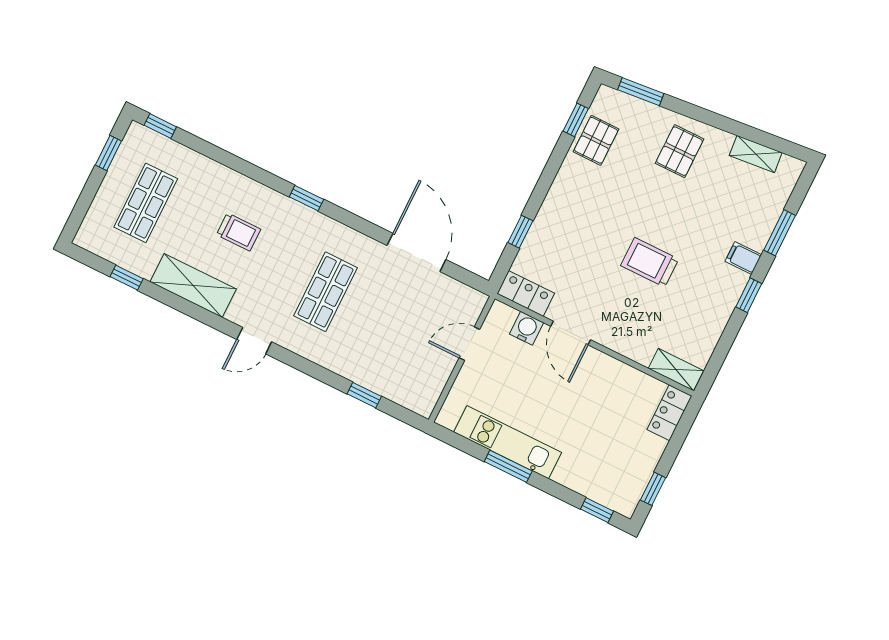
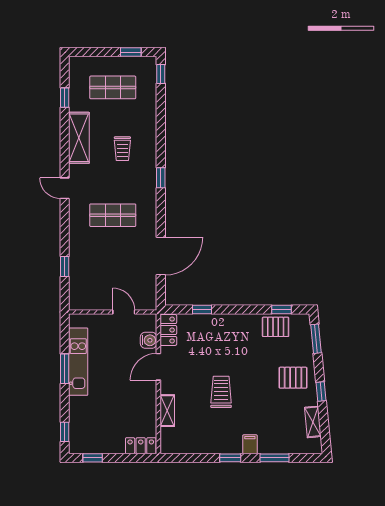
window: (718, 121) -> (321, 391), added
shelving: (676, 370) -> (167, 411), moved

